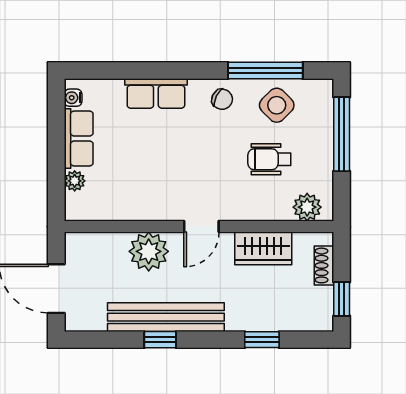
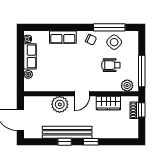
window: (342, 134) -> (142, 71), moved
window: (342, 299) -> (142, 110), moved
window: (262, 340) -> (91, 142), moved

